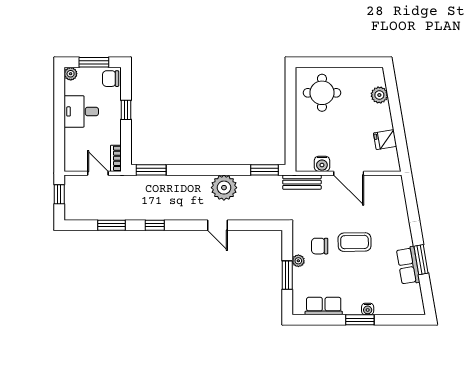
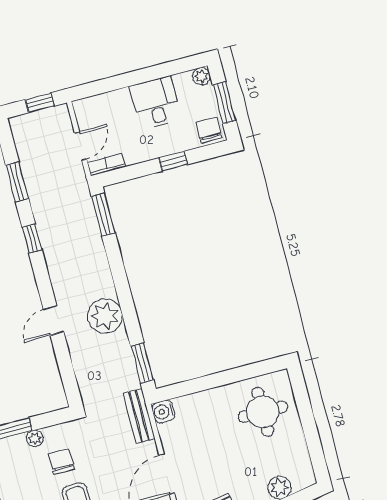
water cooler: (322, 164) -> (163, 411), moved

